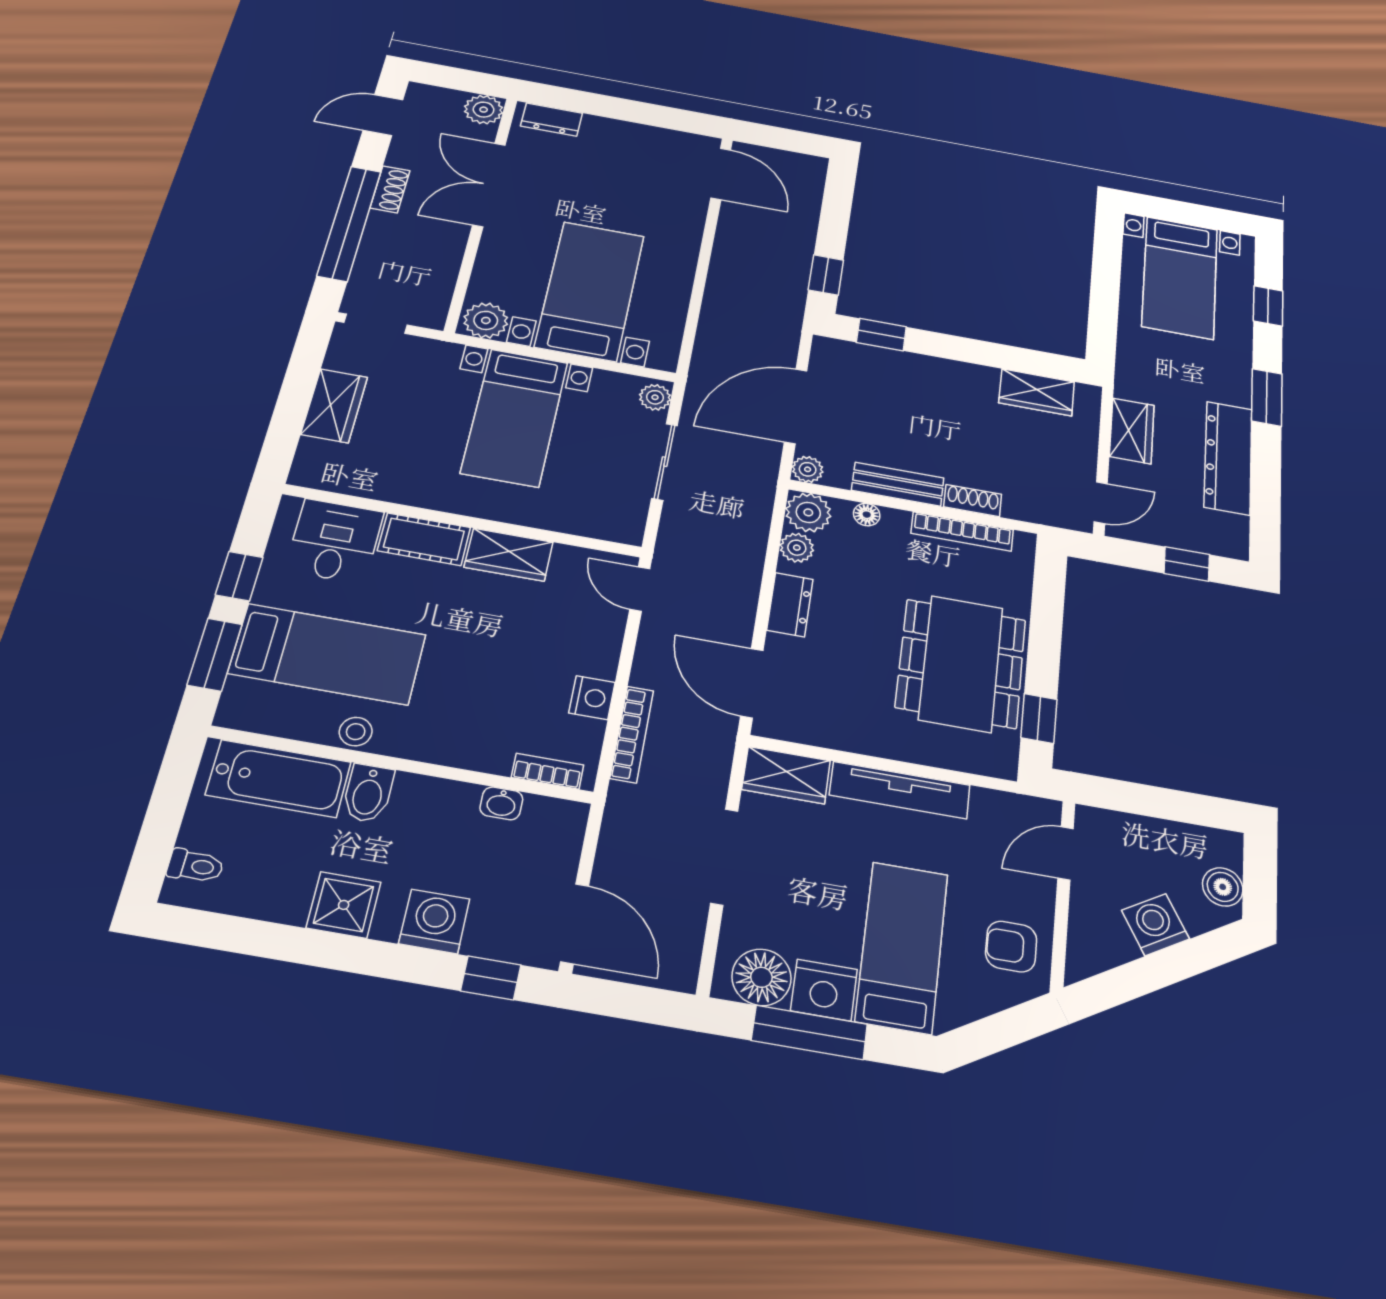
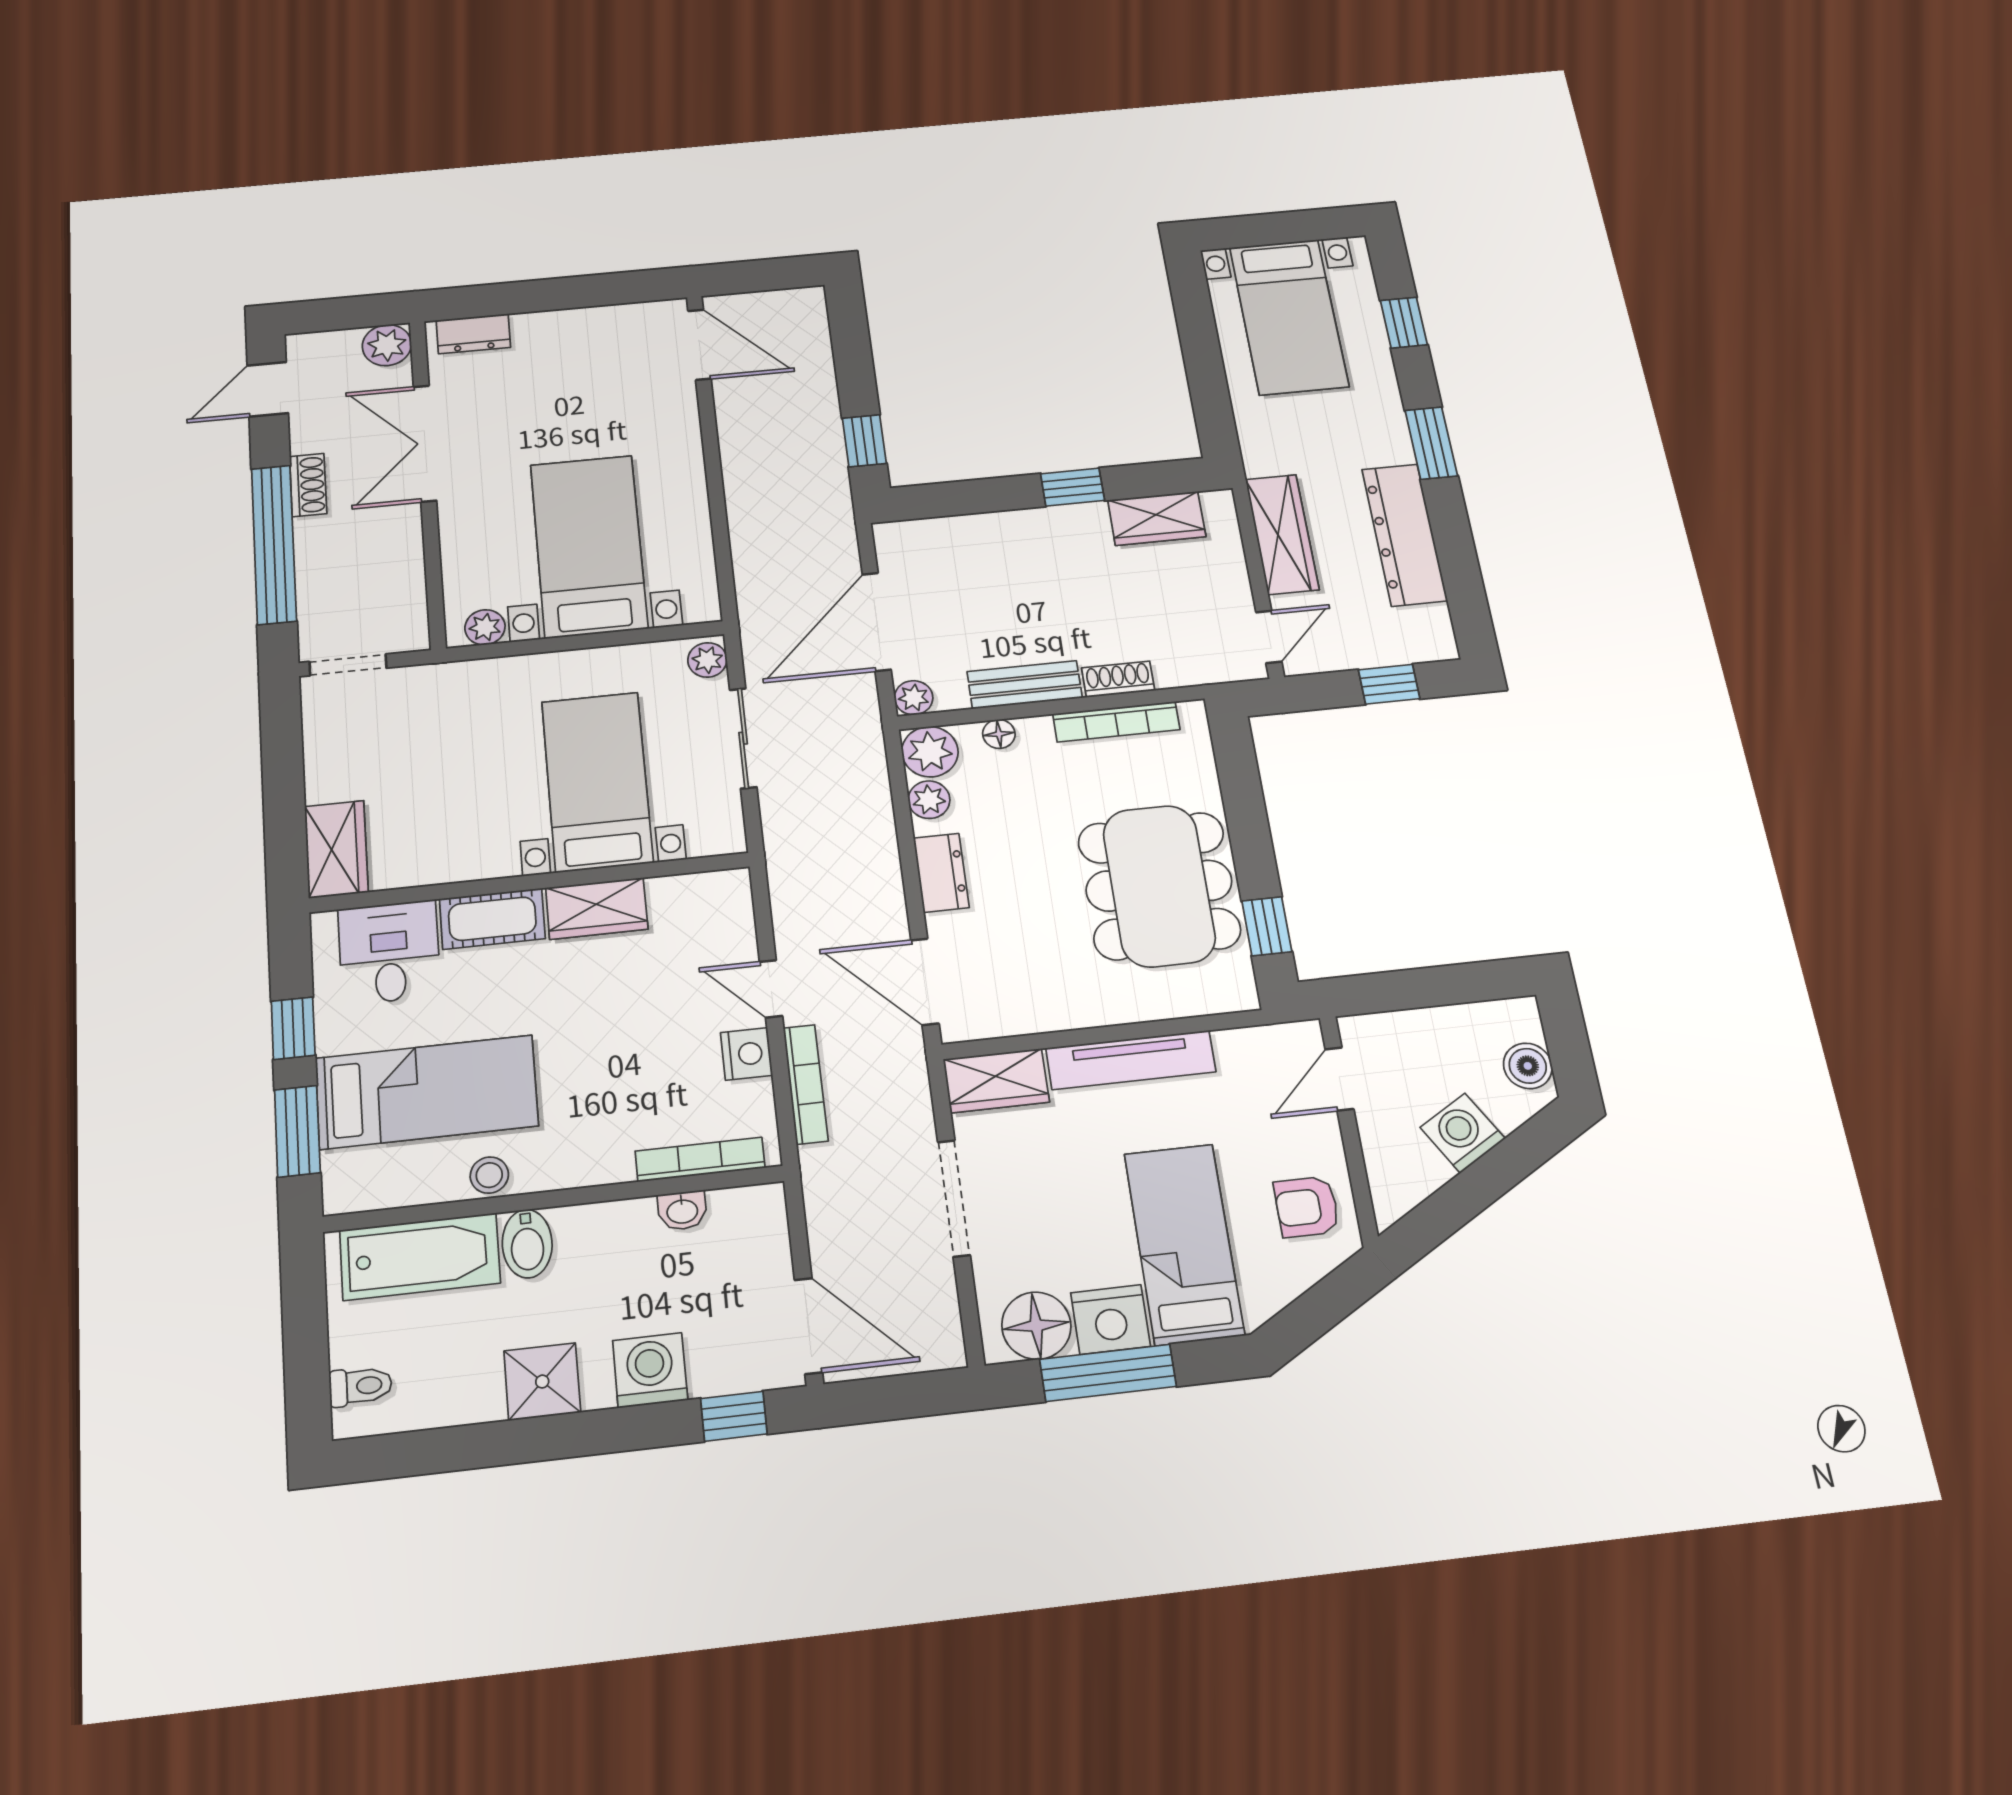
plant: (486, 320) -> (485, 627), width x0.73, depth x0.73
window: (881, 334) -> (1072, 487), moved
wardrobe: (334, 406) -> (336, 849), moved
bed with nightstands: (515, 417) -> (597, 782), moved, turned 180
wardrobe: (1132, 431) -> (1282, 534), width x1.50
door: (640, 589) -> (771, 989), moved
bookcase: (548, 771) -> (700, 1159), width x1.56

